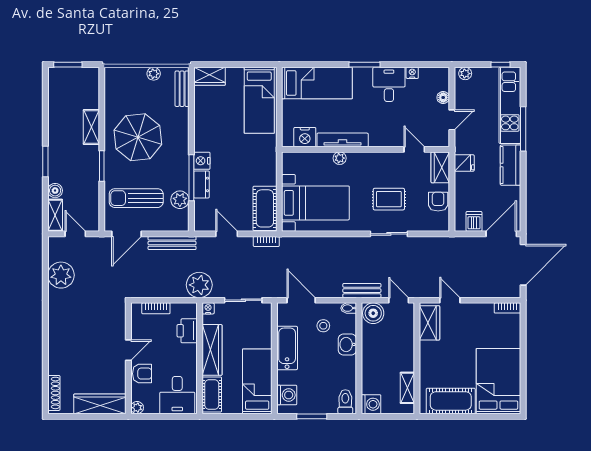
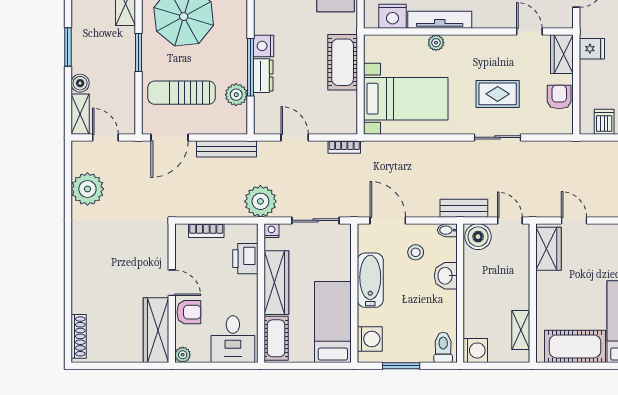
cot: (265, 208) -> (343, 62), moved
door: (128, 350) -> (172, 283), hinge flipped
wardrobe: (100, 404) -> (156, 330), moved, turned -90

